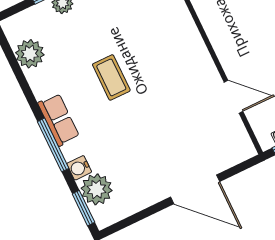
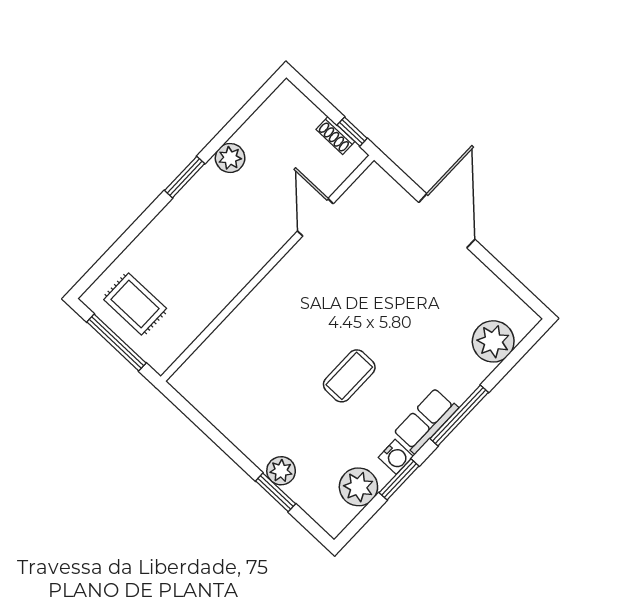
water cooler: (79, 168) -> (396, 457), moved
window: (83, 208) -> (399, 479), moved

